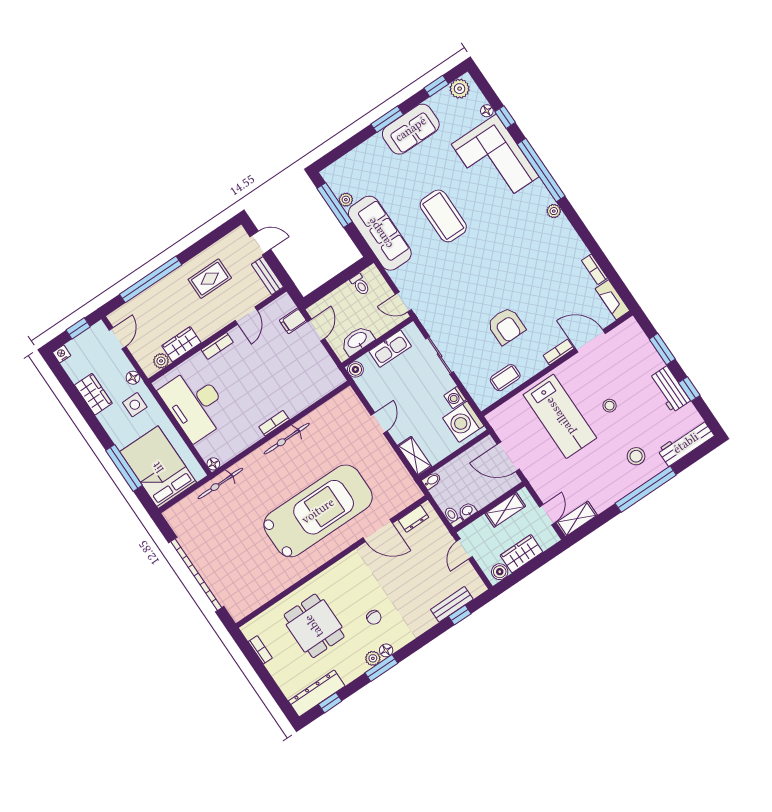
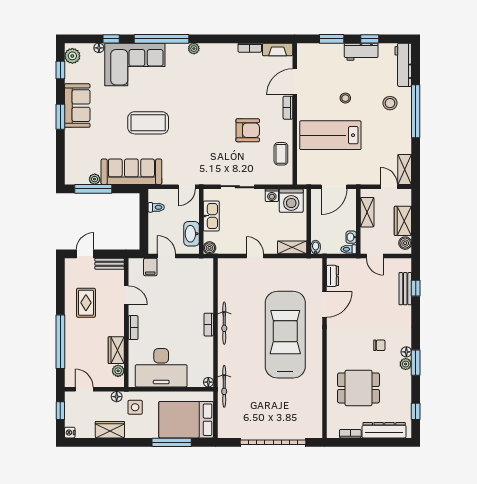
lab bench: (560, 416) -> (330, 135), turned 180
dresser: (317, 693) -> (384, 430), moved, turned 90

